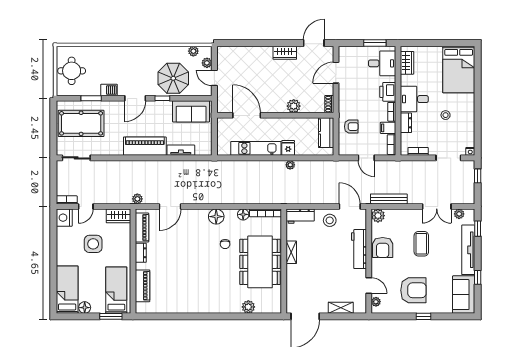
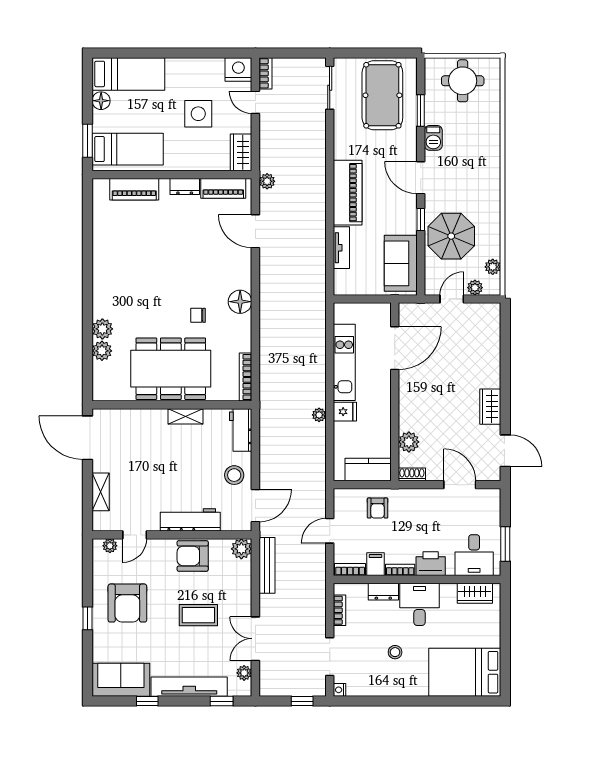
plant: (294, 106) -> (409, 442), moved
floor lamp: (243, 214) -> (243, 343), removed
plant: (234, 307) -> (102, 329), added

